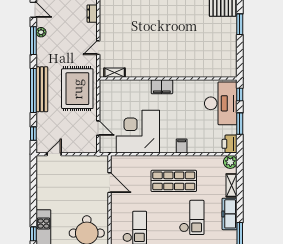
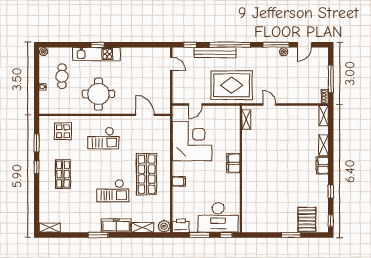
dresser: (92, 14) -> (301, 99), removed
bench: (42, 89) -> (215, 53), moved
door: (110, 183) -> (145, 115), swing flipped

